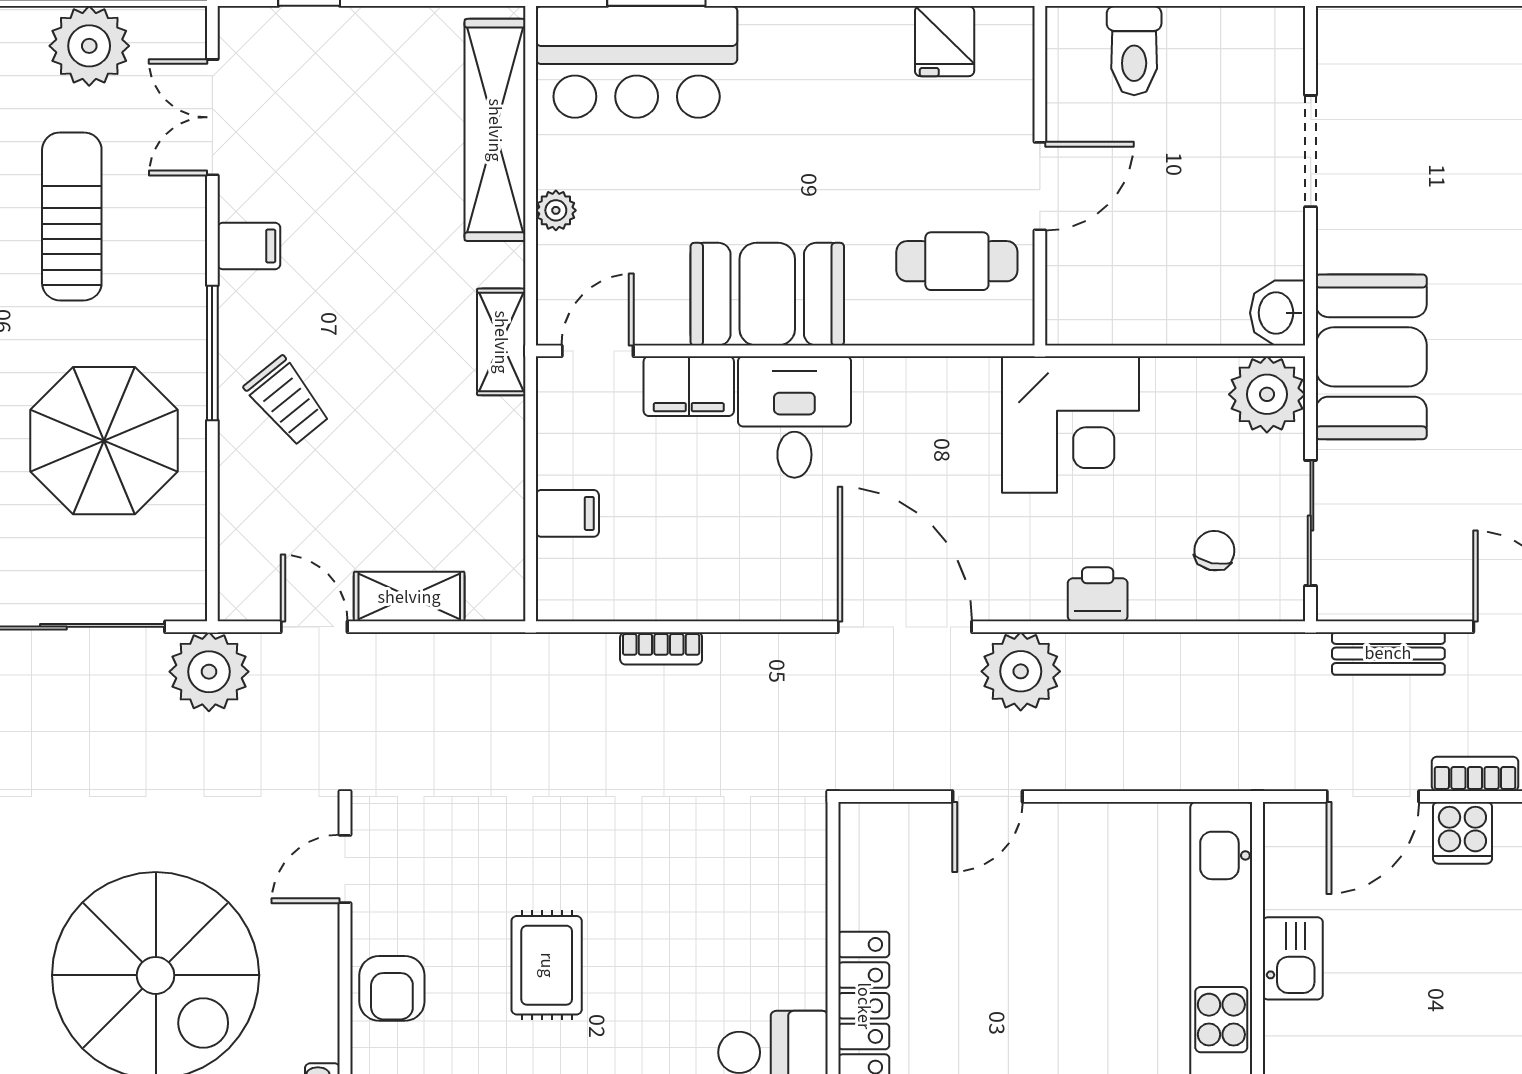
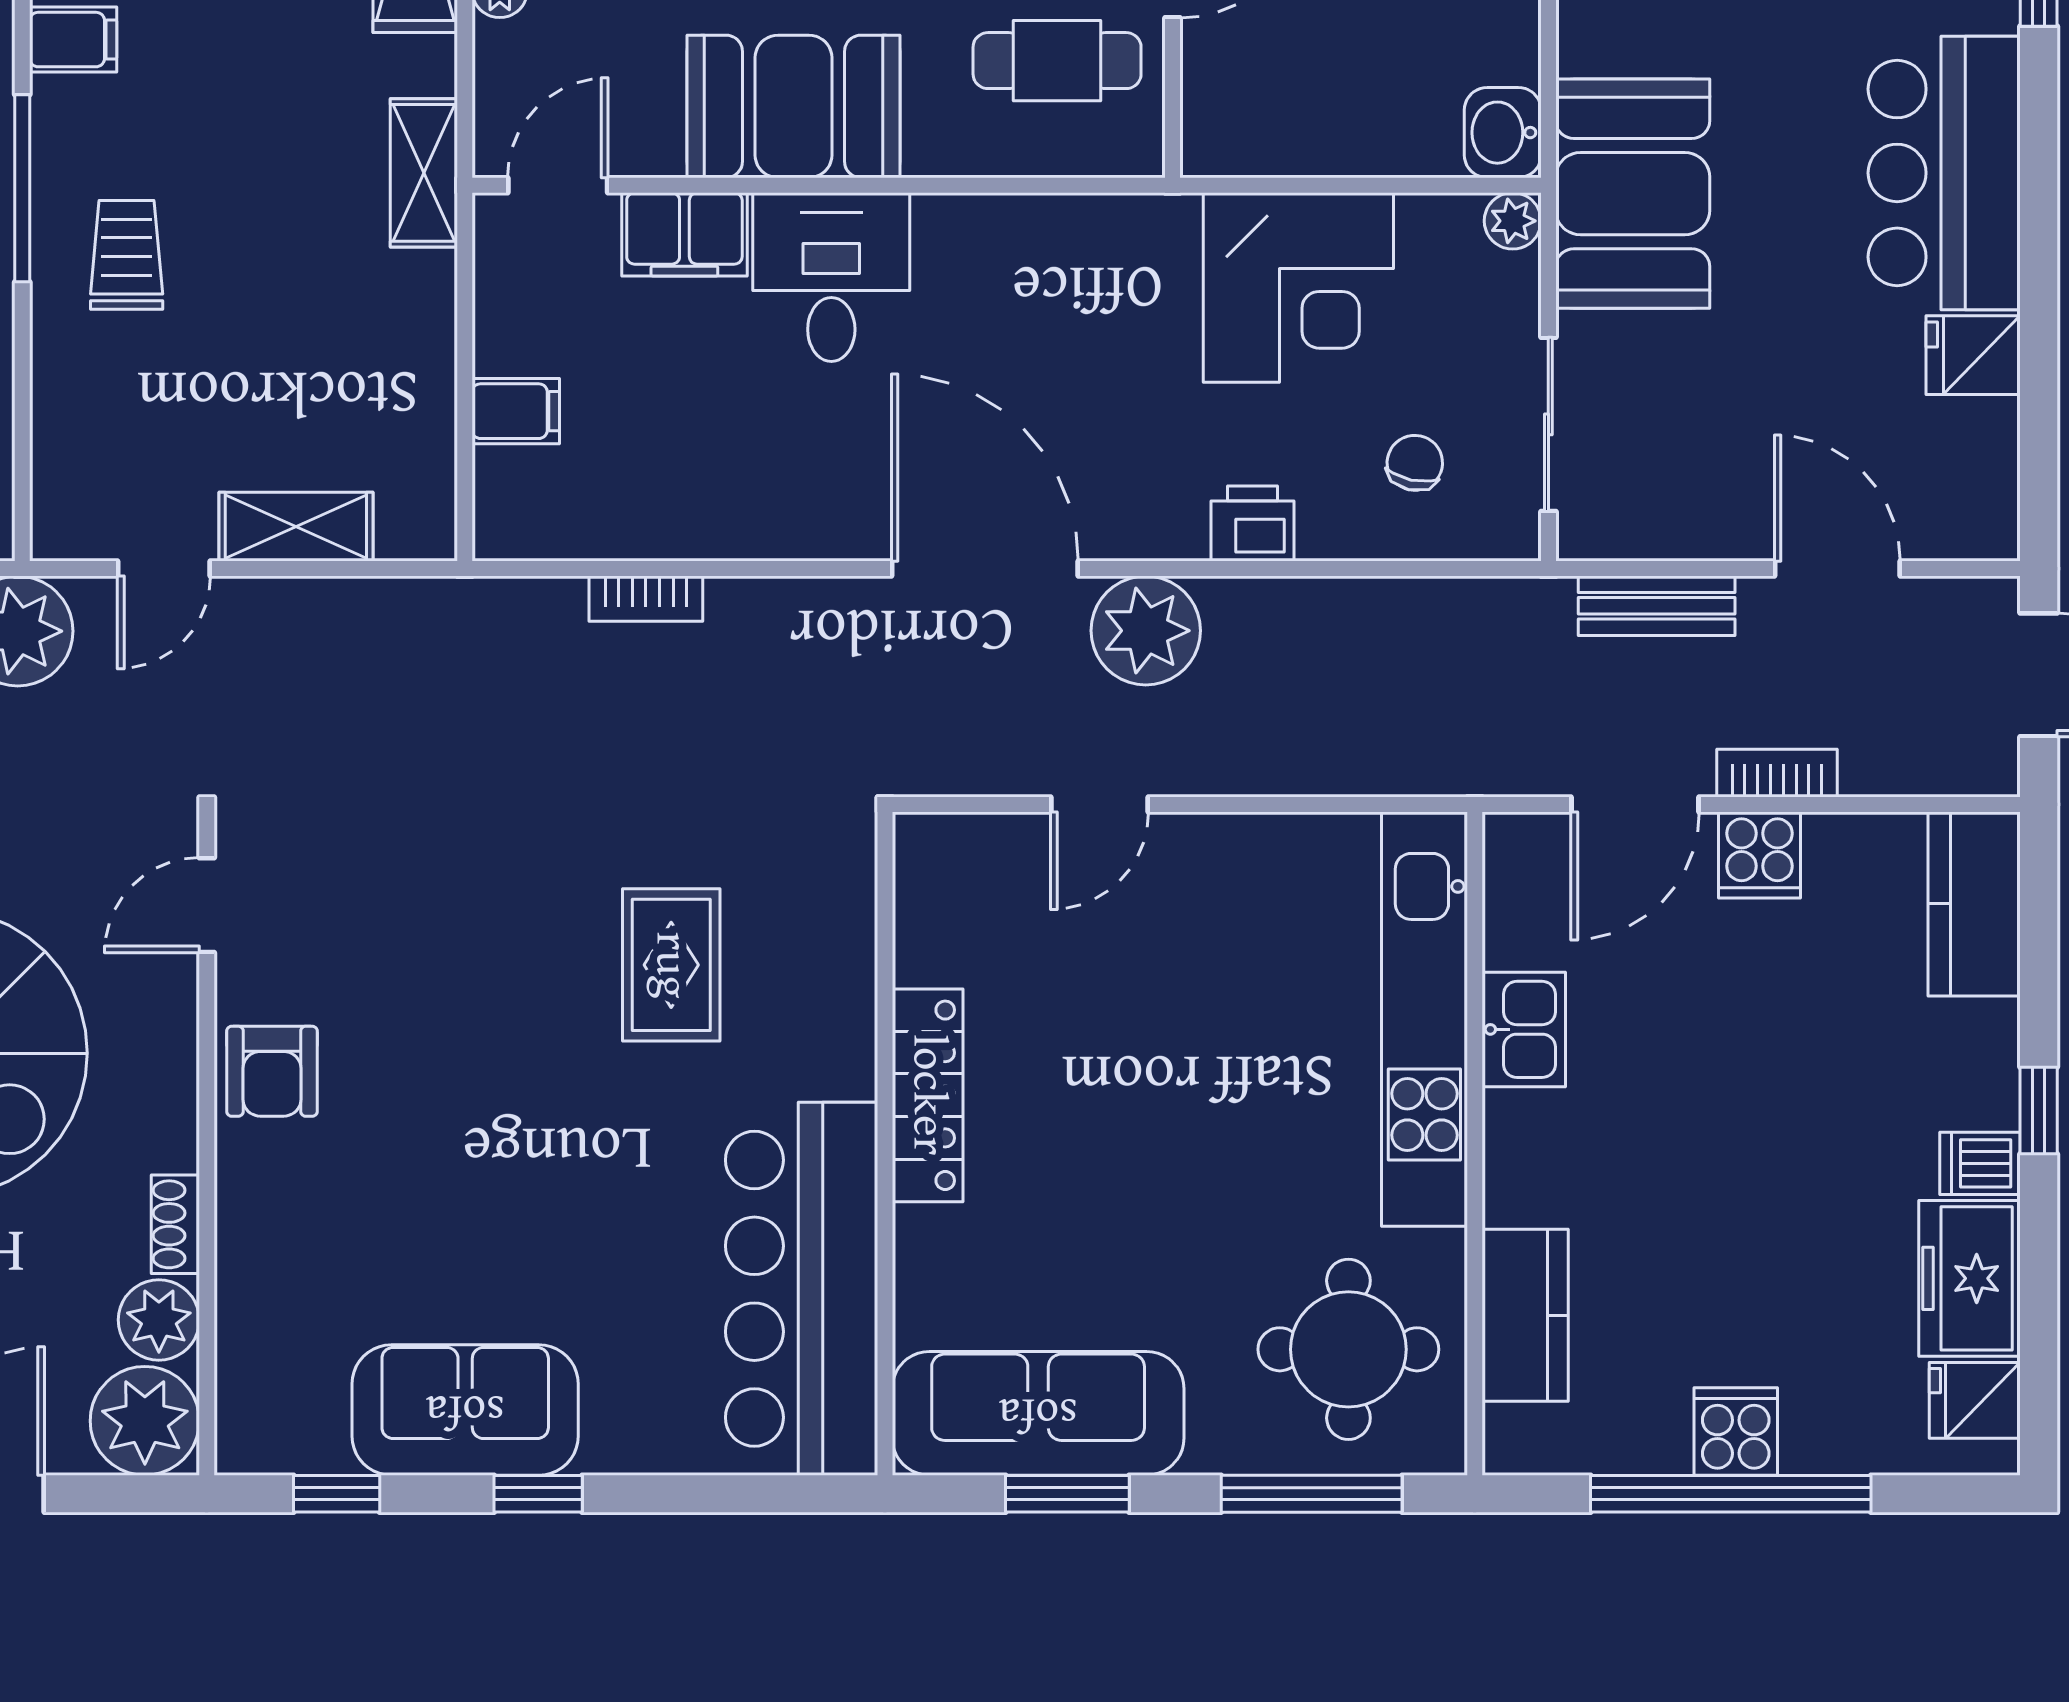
plant: (1267, 394) -> (1513, 221), width x0.53, depth x0.53
trolley: (287, 401) -> (127, 255), turned -141
corner desk: (1071, 424) -> (1298, 288), moved
door: (314, 627) -> (164, 569), swing flipped
rug: (547, 965) -> (671, 965), moved

